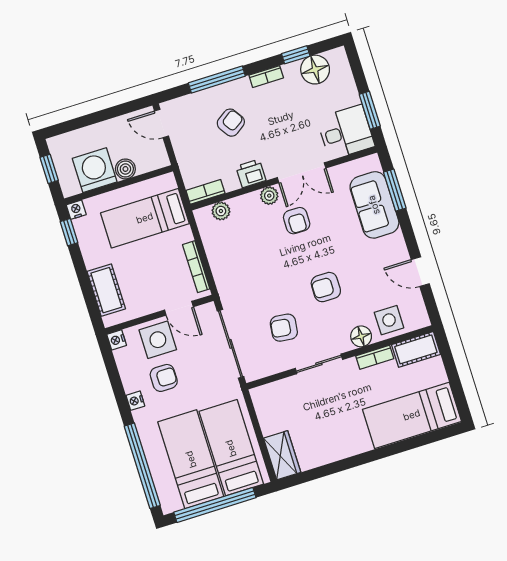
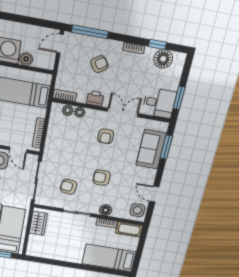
window: (217, 80) -> (90, 32), moved
door: (162, 124) -> (60, 44), hinge flipped
double door: (302, 173) -> (123, 112), swing flipped
plant: (269, 196) -> (80, 112), moved
side table: (389, 320) -> (137, 210), moved
wardrobe: (282, 455) -> (38, 223), moved

